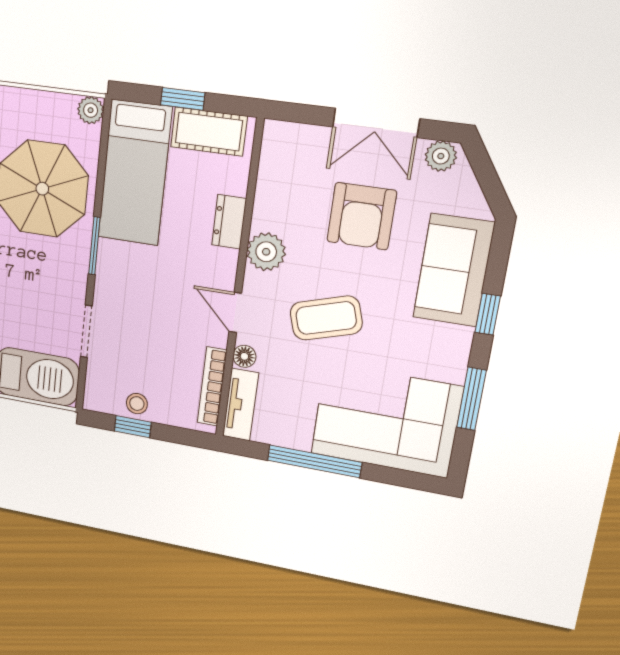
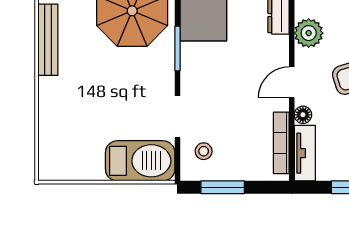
door: (235, 312) -> (292, 82), hinge flipped
stool: (137, 404) -> (204, 151), moved
window: (133, 427) -> (223, 187), width x1.50

